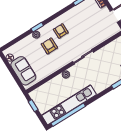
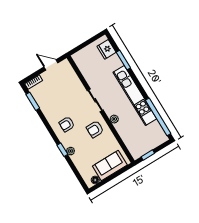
armchair: (49, 46) -> (95, 129), moved
kitchen unit: (69, 105) -> (135, 96), moved

